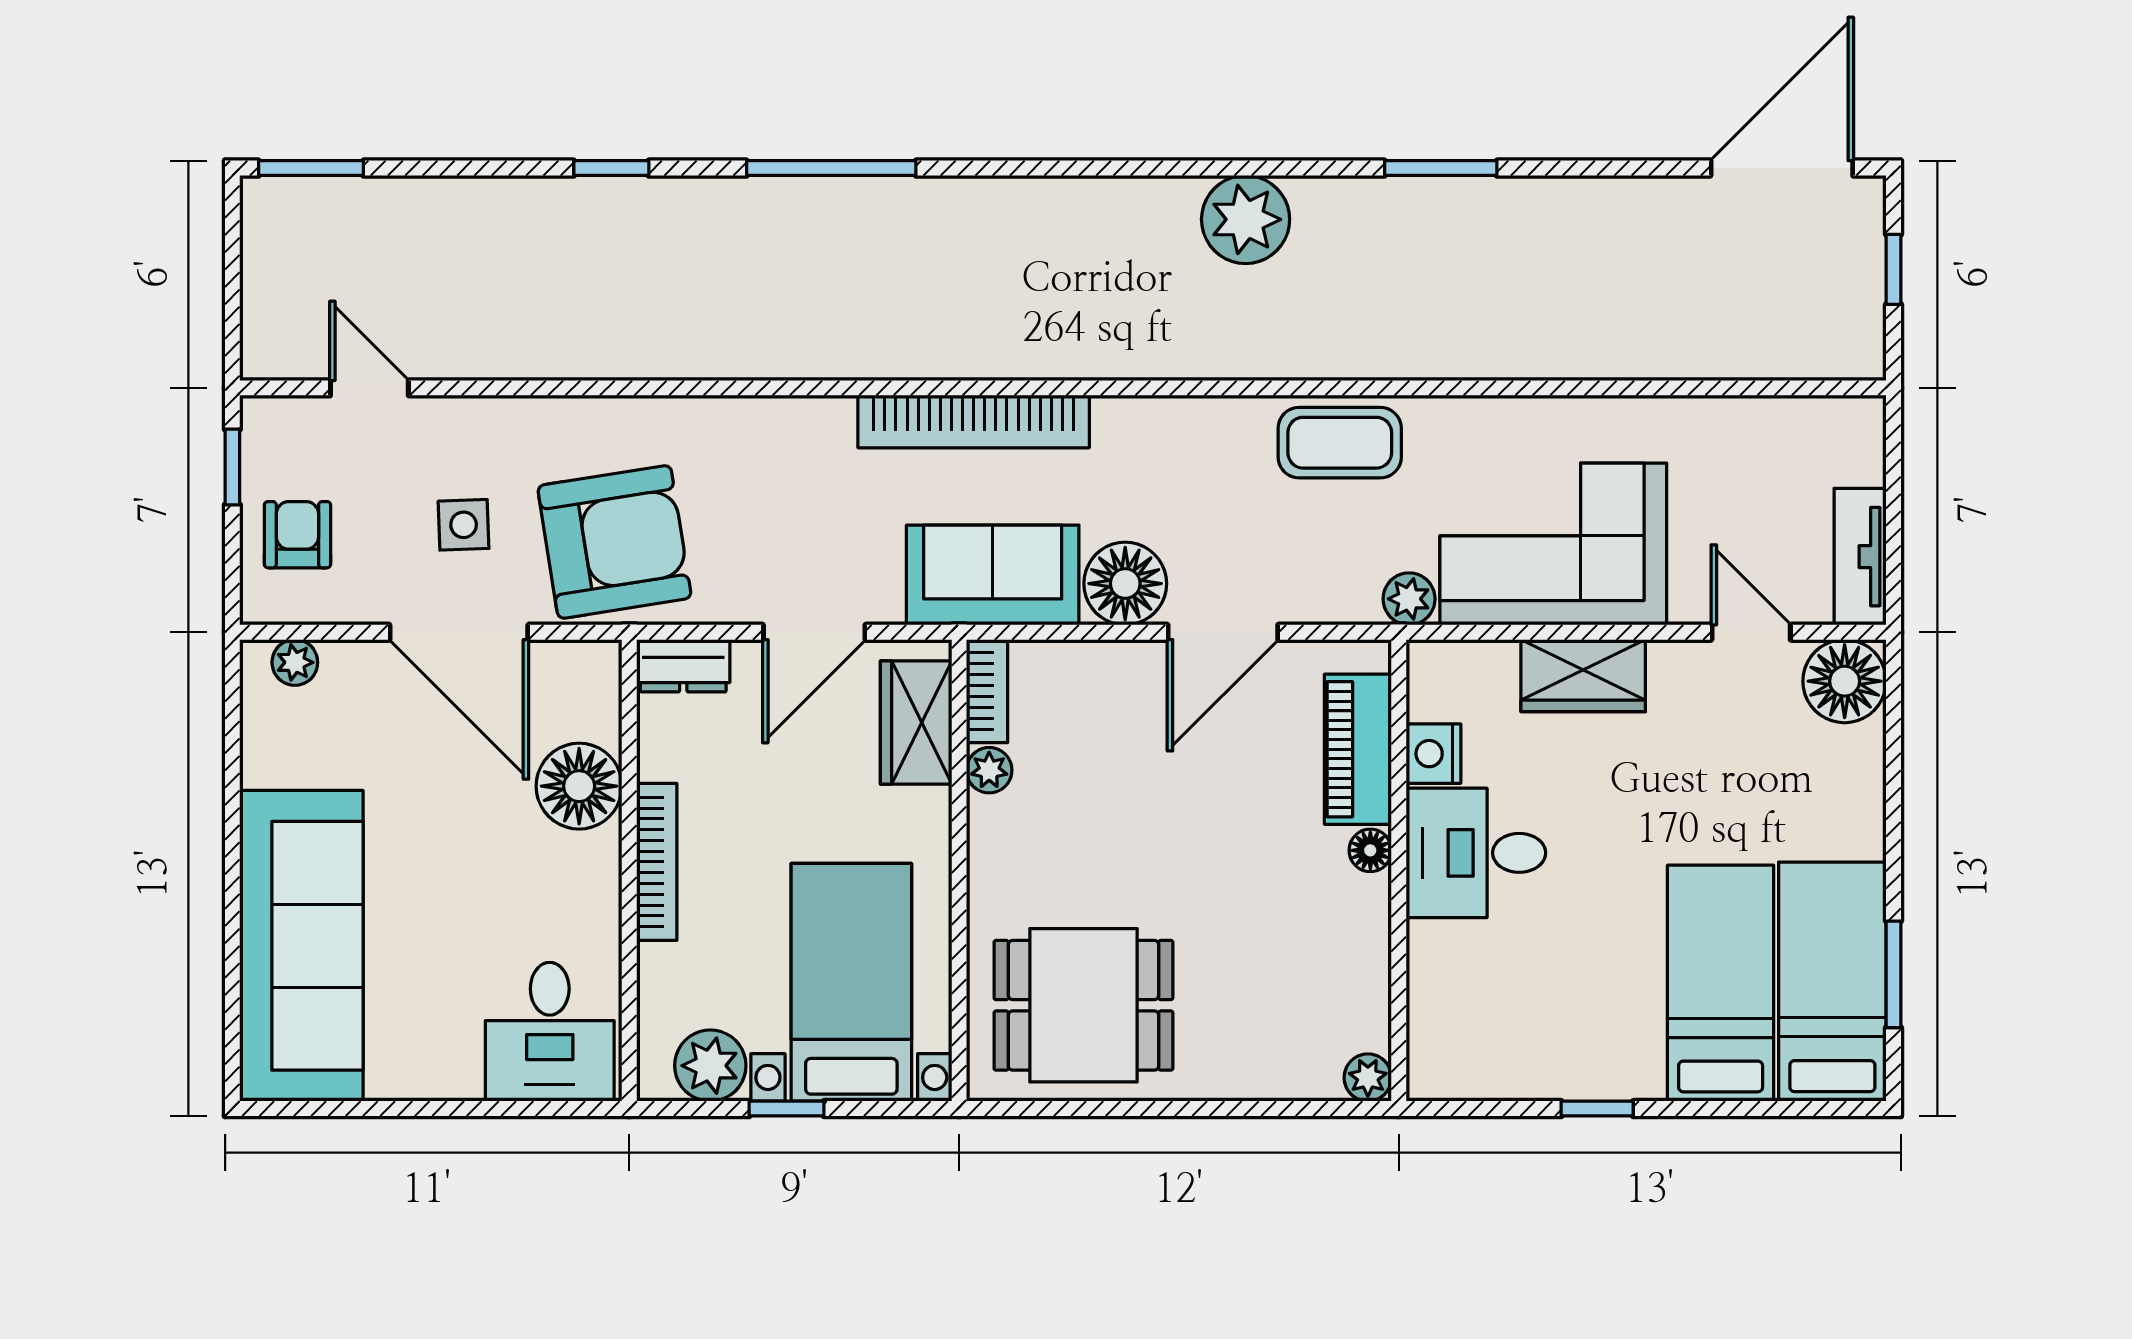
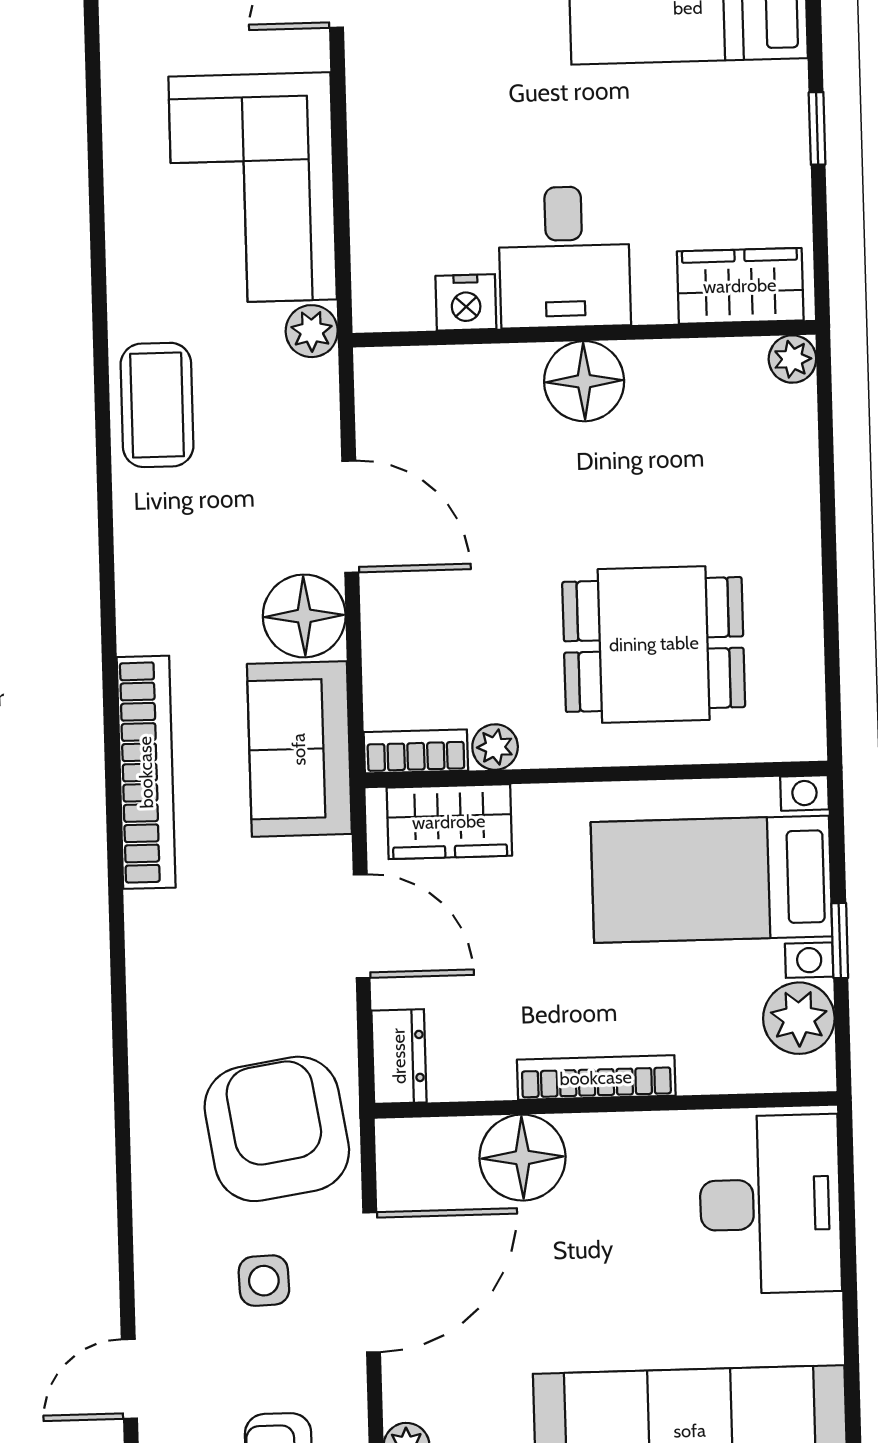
wardrobe: (1583, 676) -> (740, 286), moved, turned -90
piano: (1358, 749) -> (464, 378), removed
floor lamp: (1370, 850) -> (584, 381), width x1.89, depth x1.89
dining table: (1083, 1005) -> (654, 644), moved, turned 90
desk: (550, 1032) -> (770, 1204), width x1.37

